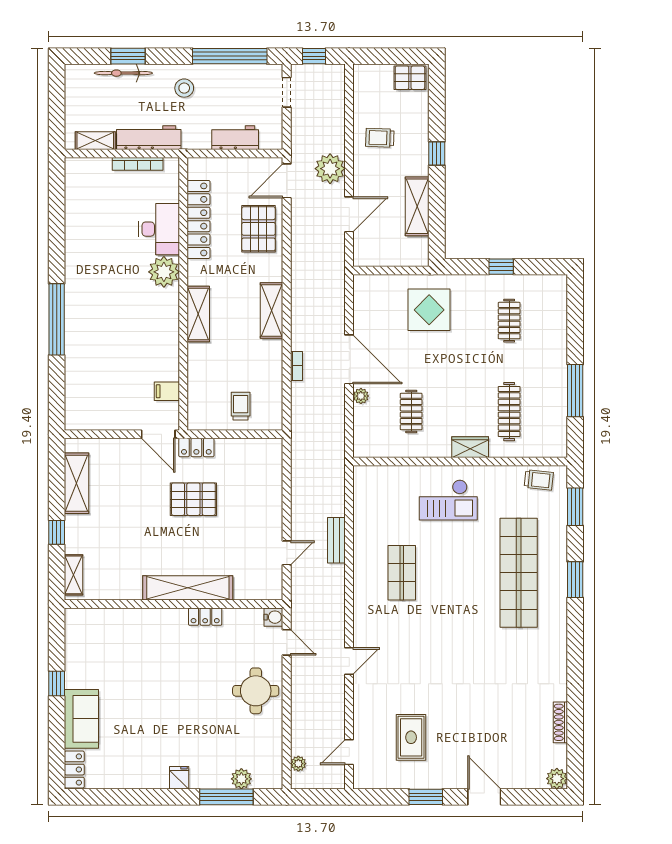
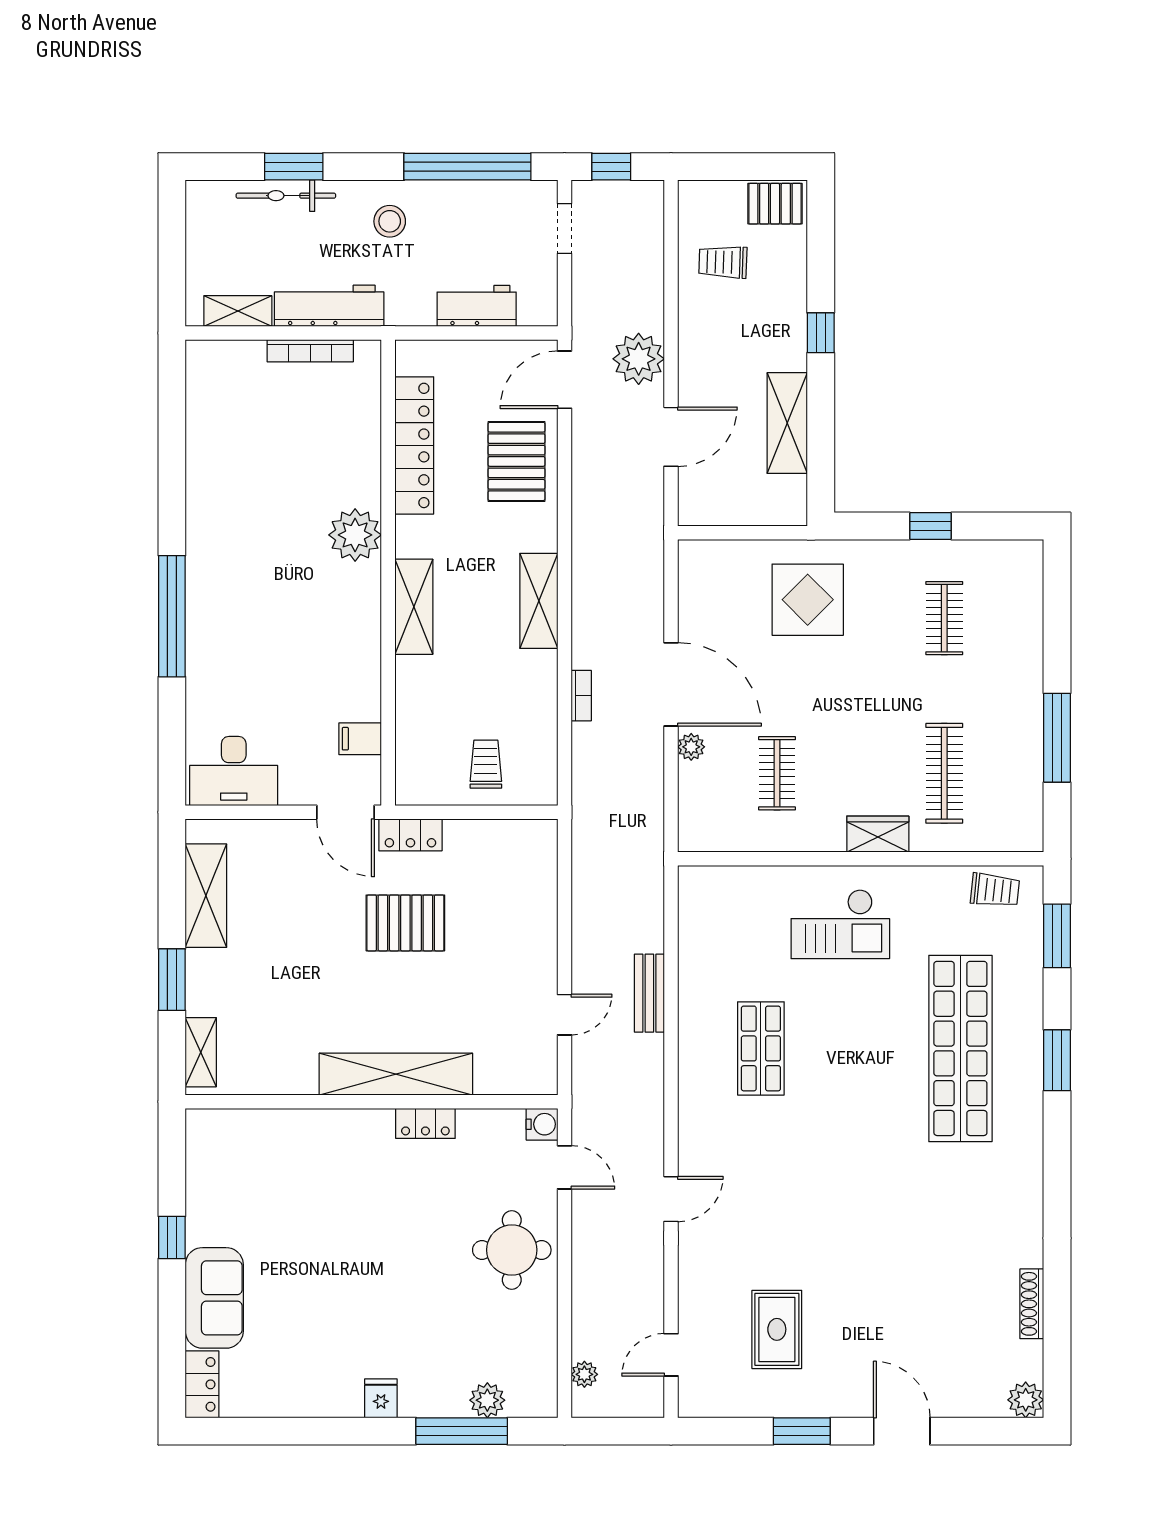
trolley: (380, 138) -> (723, 262), moved
desk: (159, 229) -> (234, 771), moved, turned 90
window: (57, 532) -> (172, 980), width x1.50

